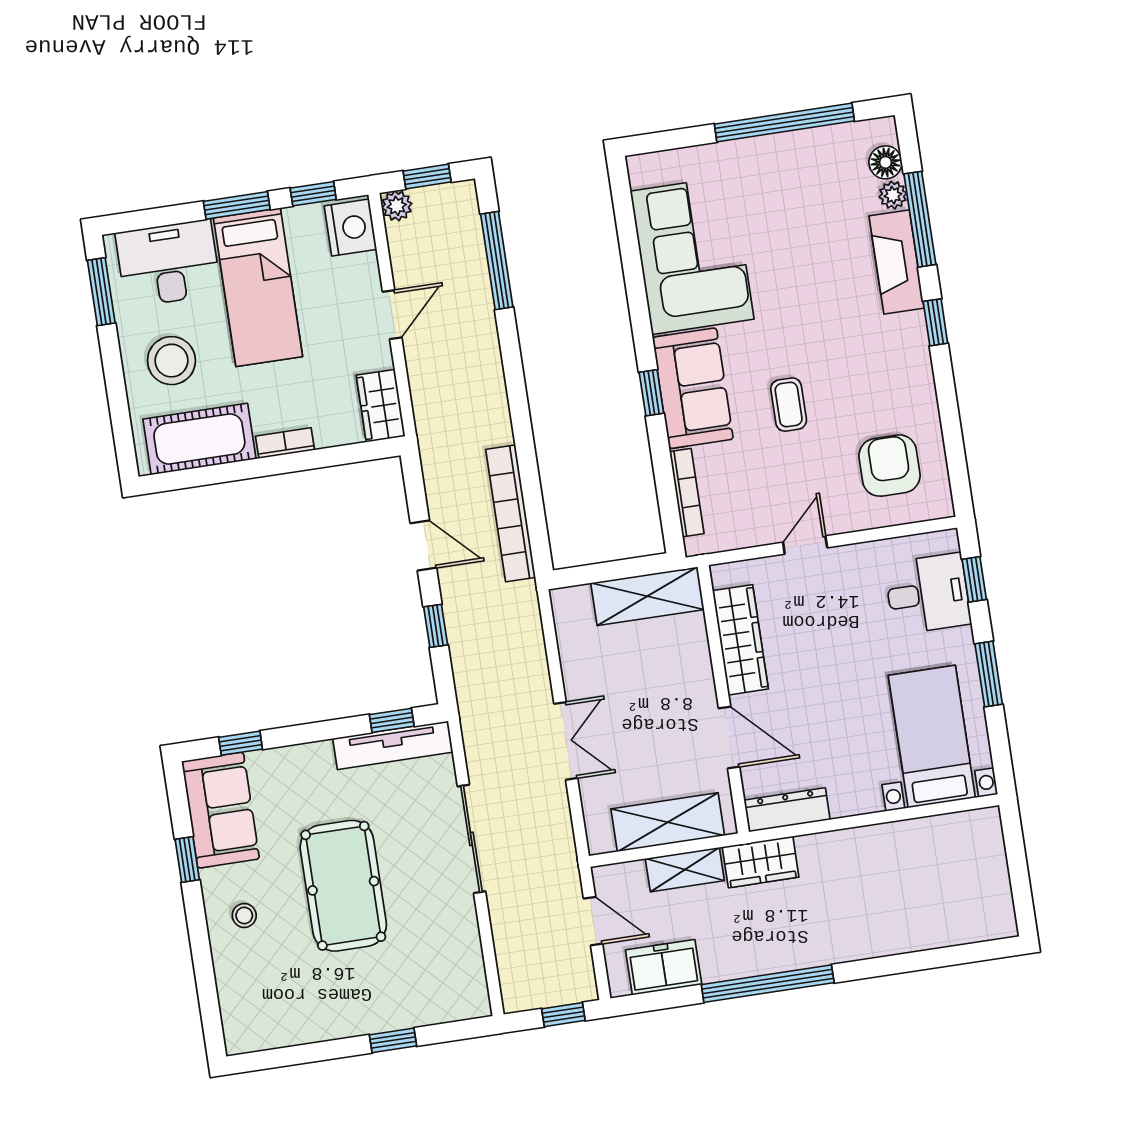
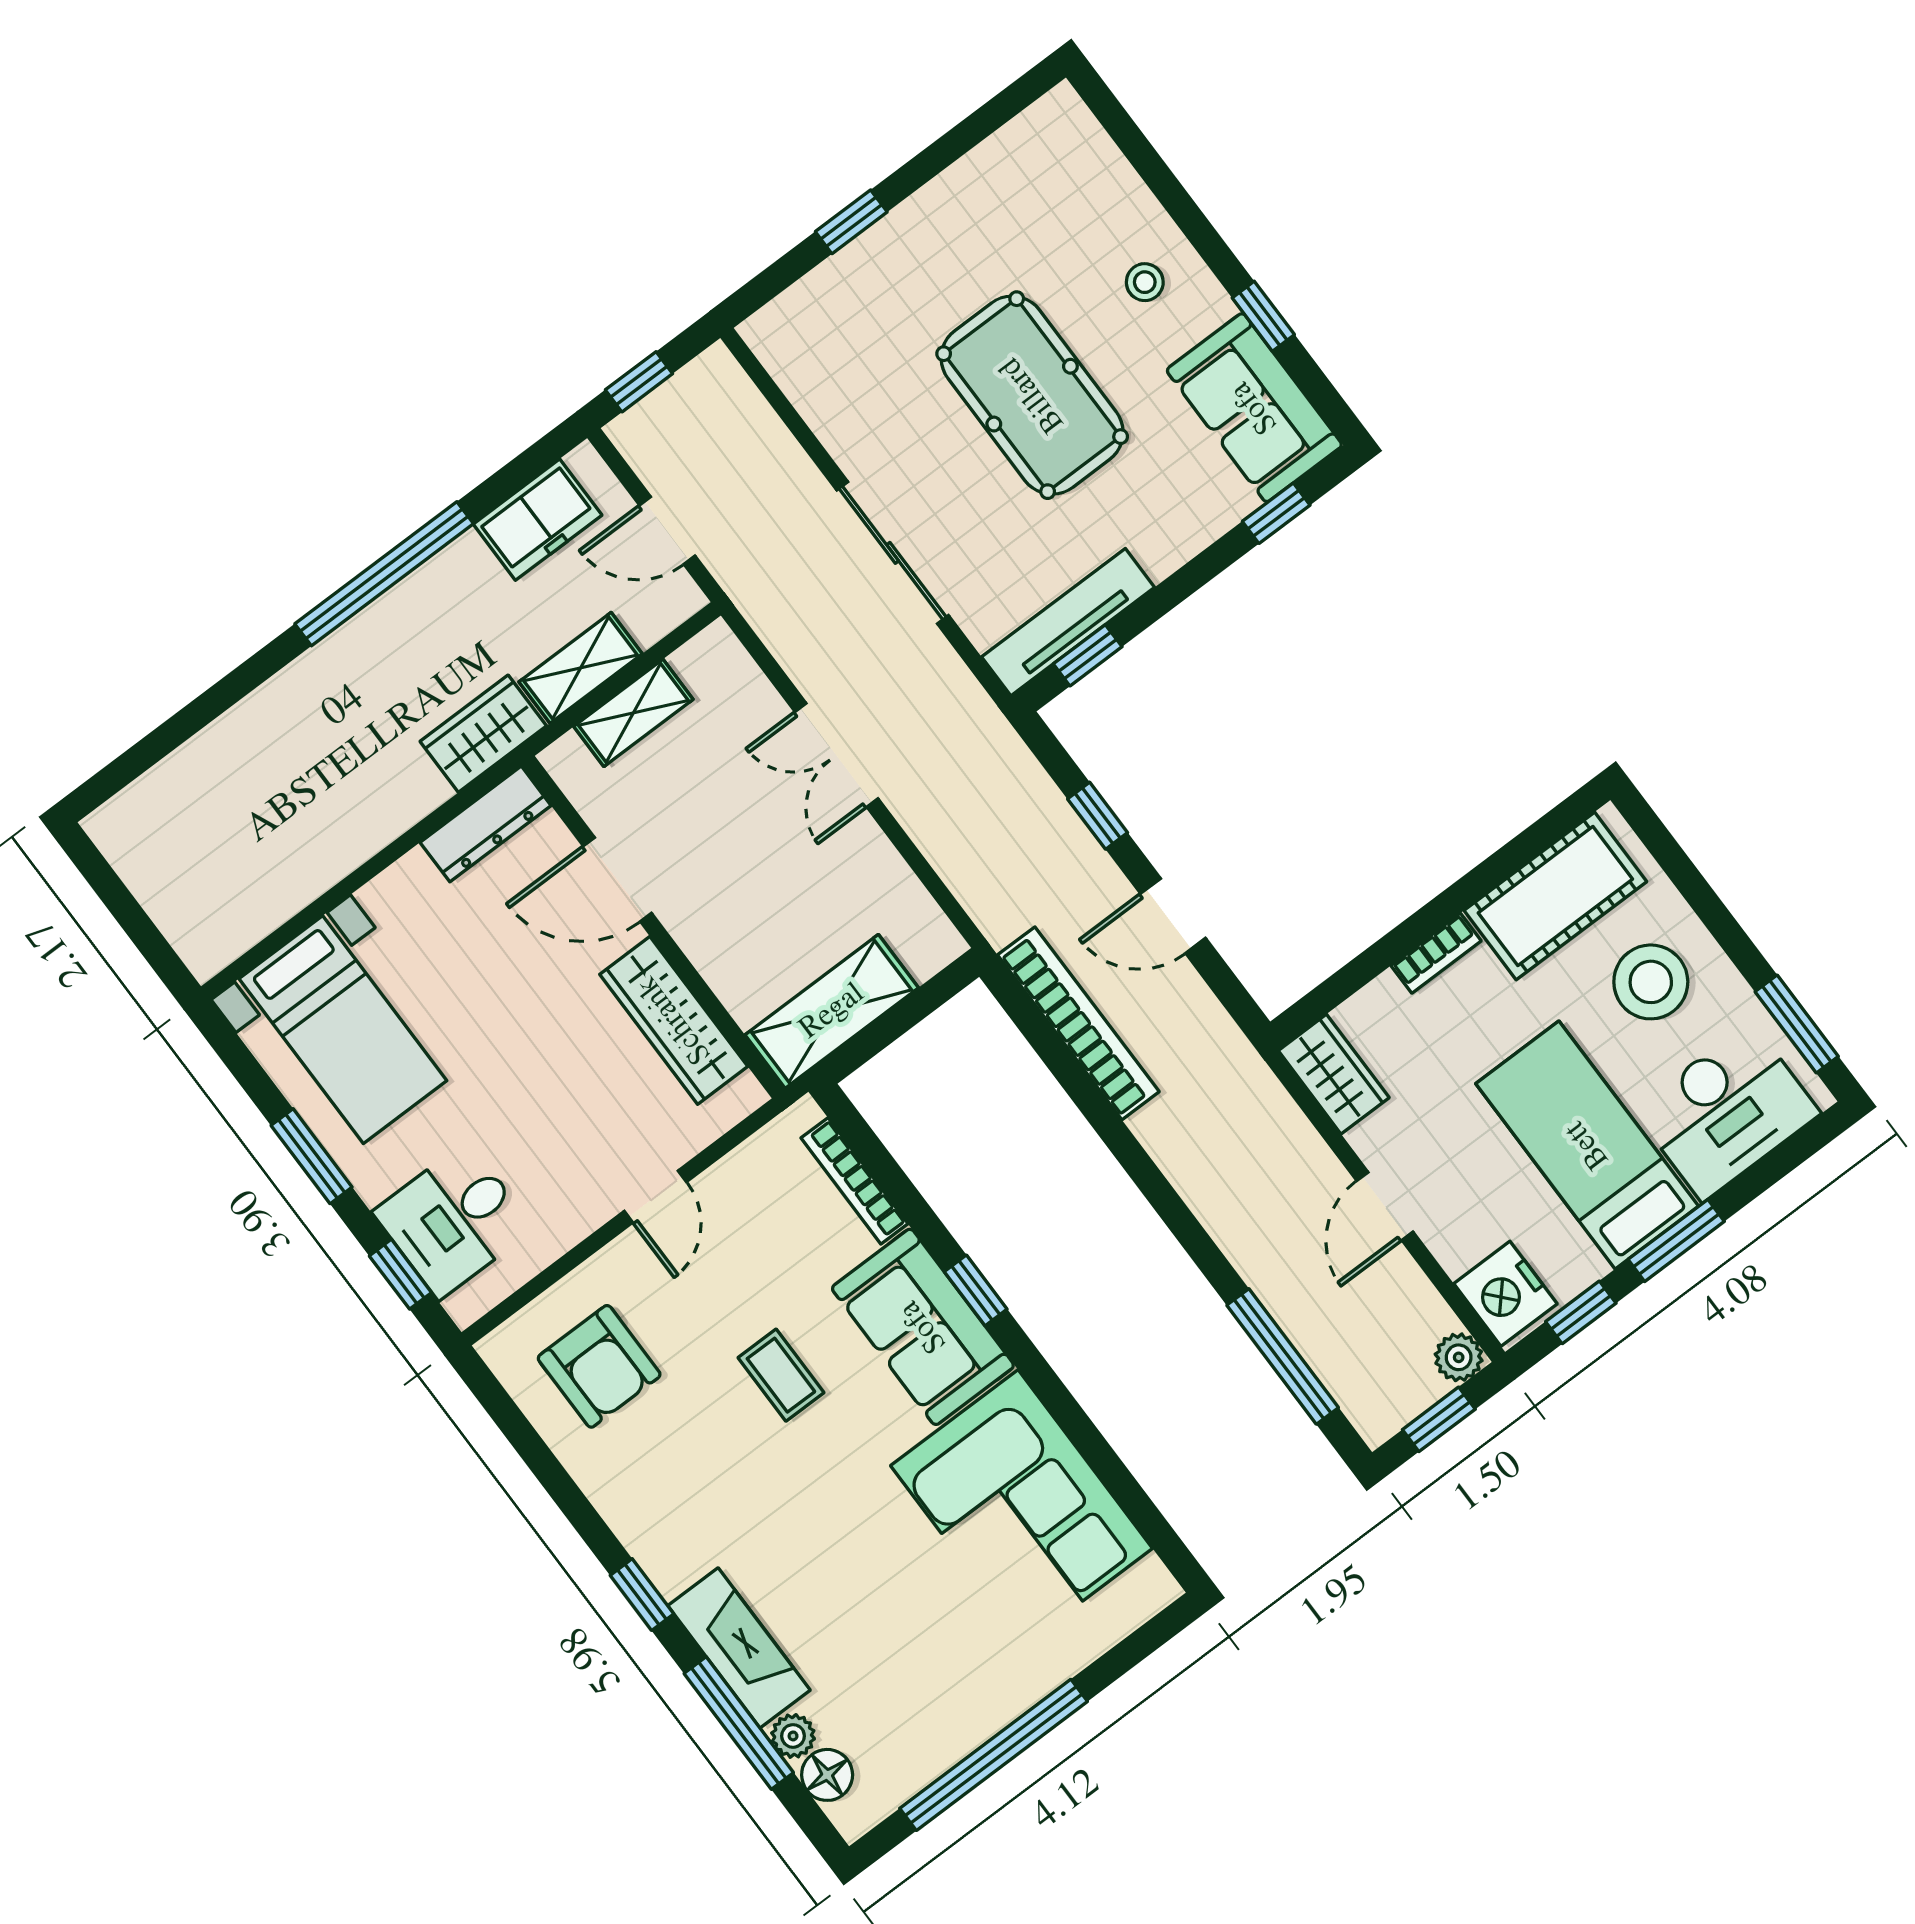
shelving: (668, 822) -> (633, 713), width x0.67, depth x0.75

